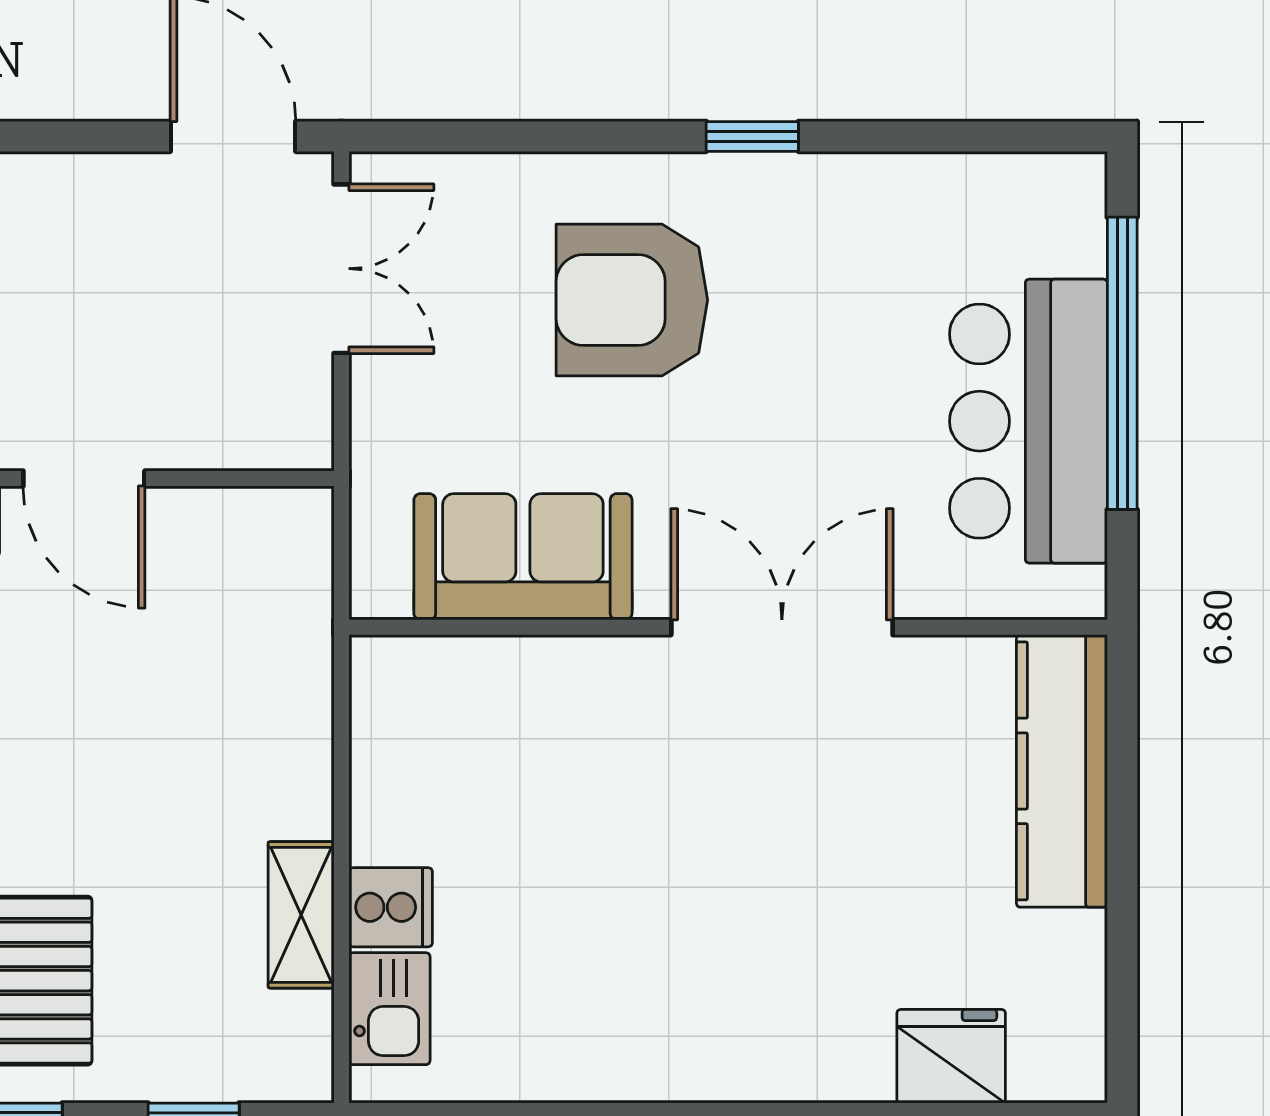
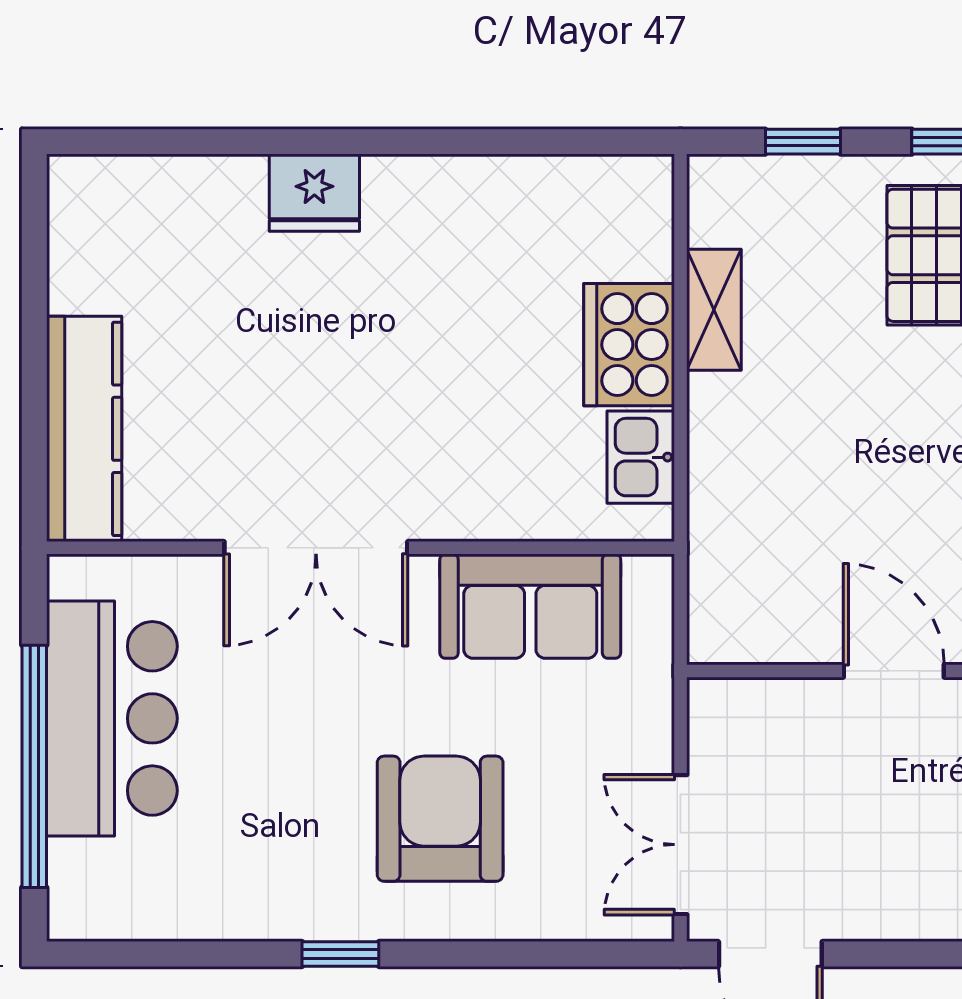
armchair: (632, 300) -> (440, 819), turned -90
cooker: (391, 907) -> (629, 345), width x1.87, depth x1.31
kitchen sink: (389, 1009) -> (641, 457), moved
fridge: (951, 1056) -> (314, 193), moved

